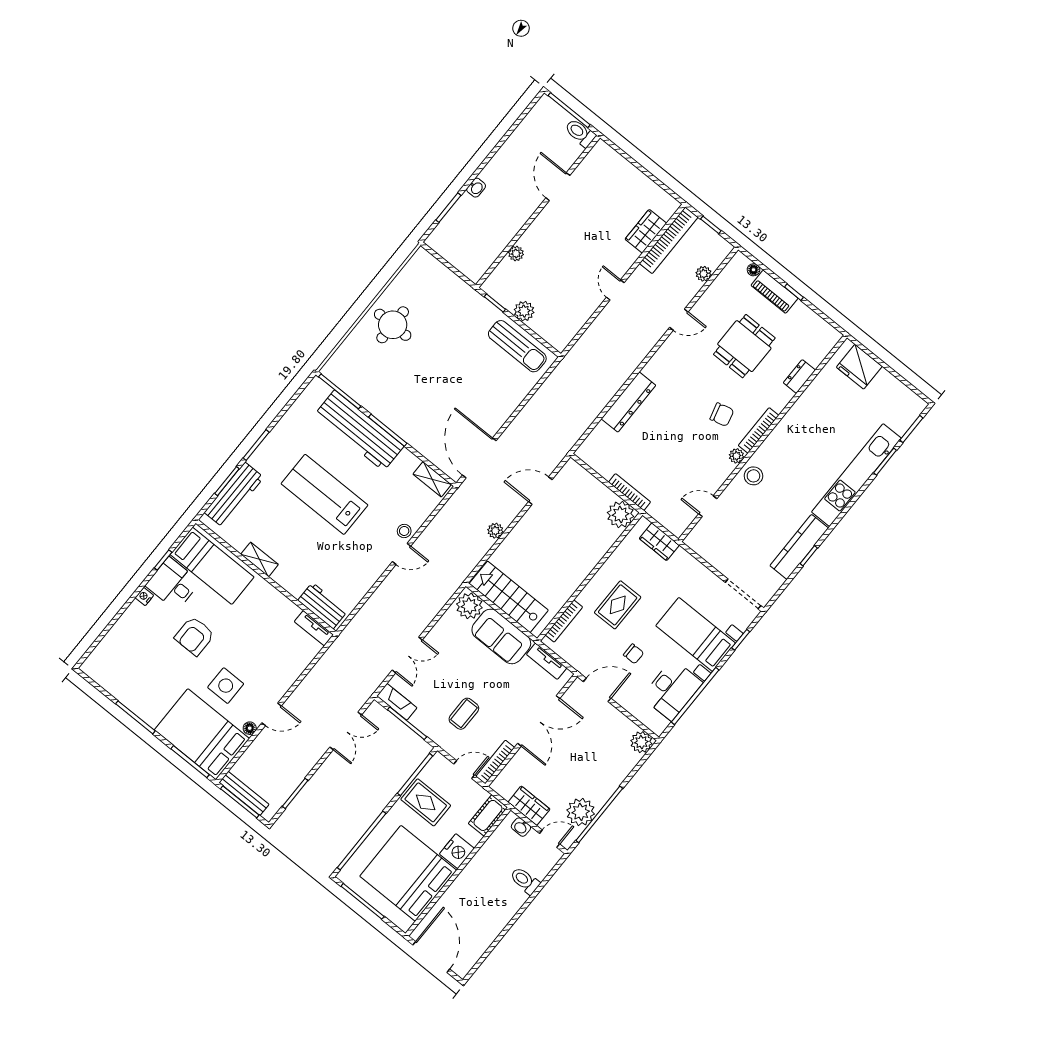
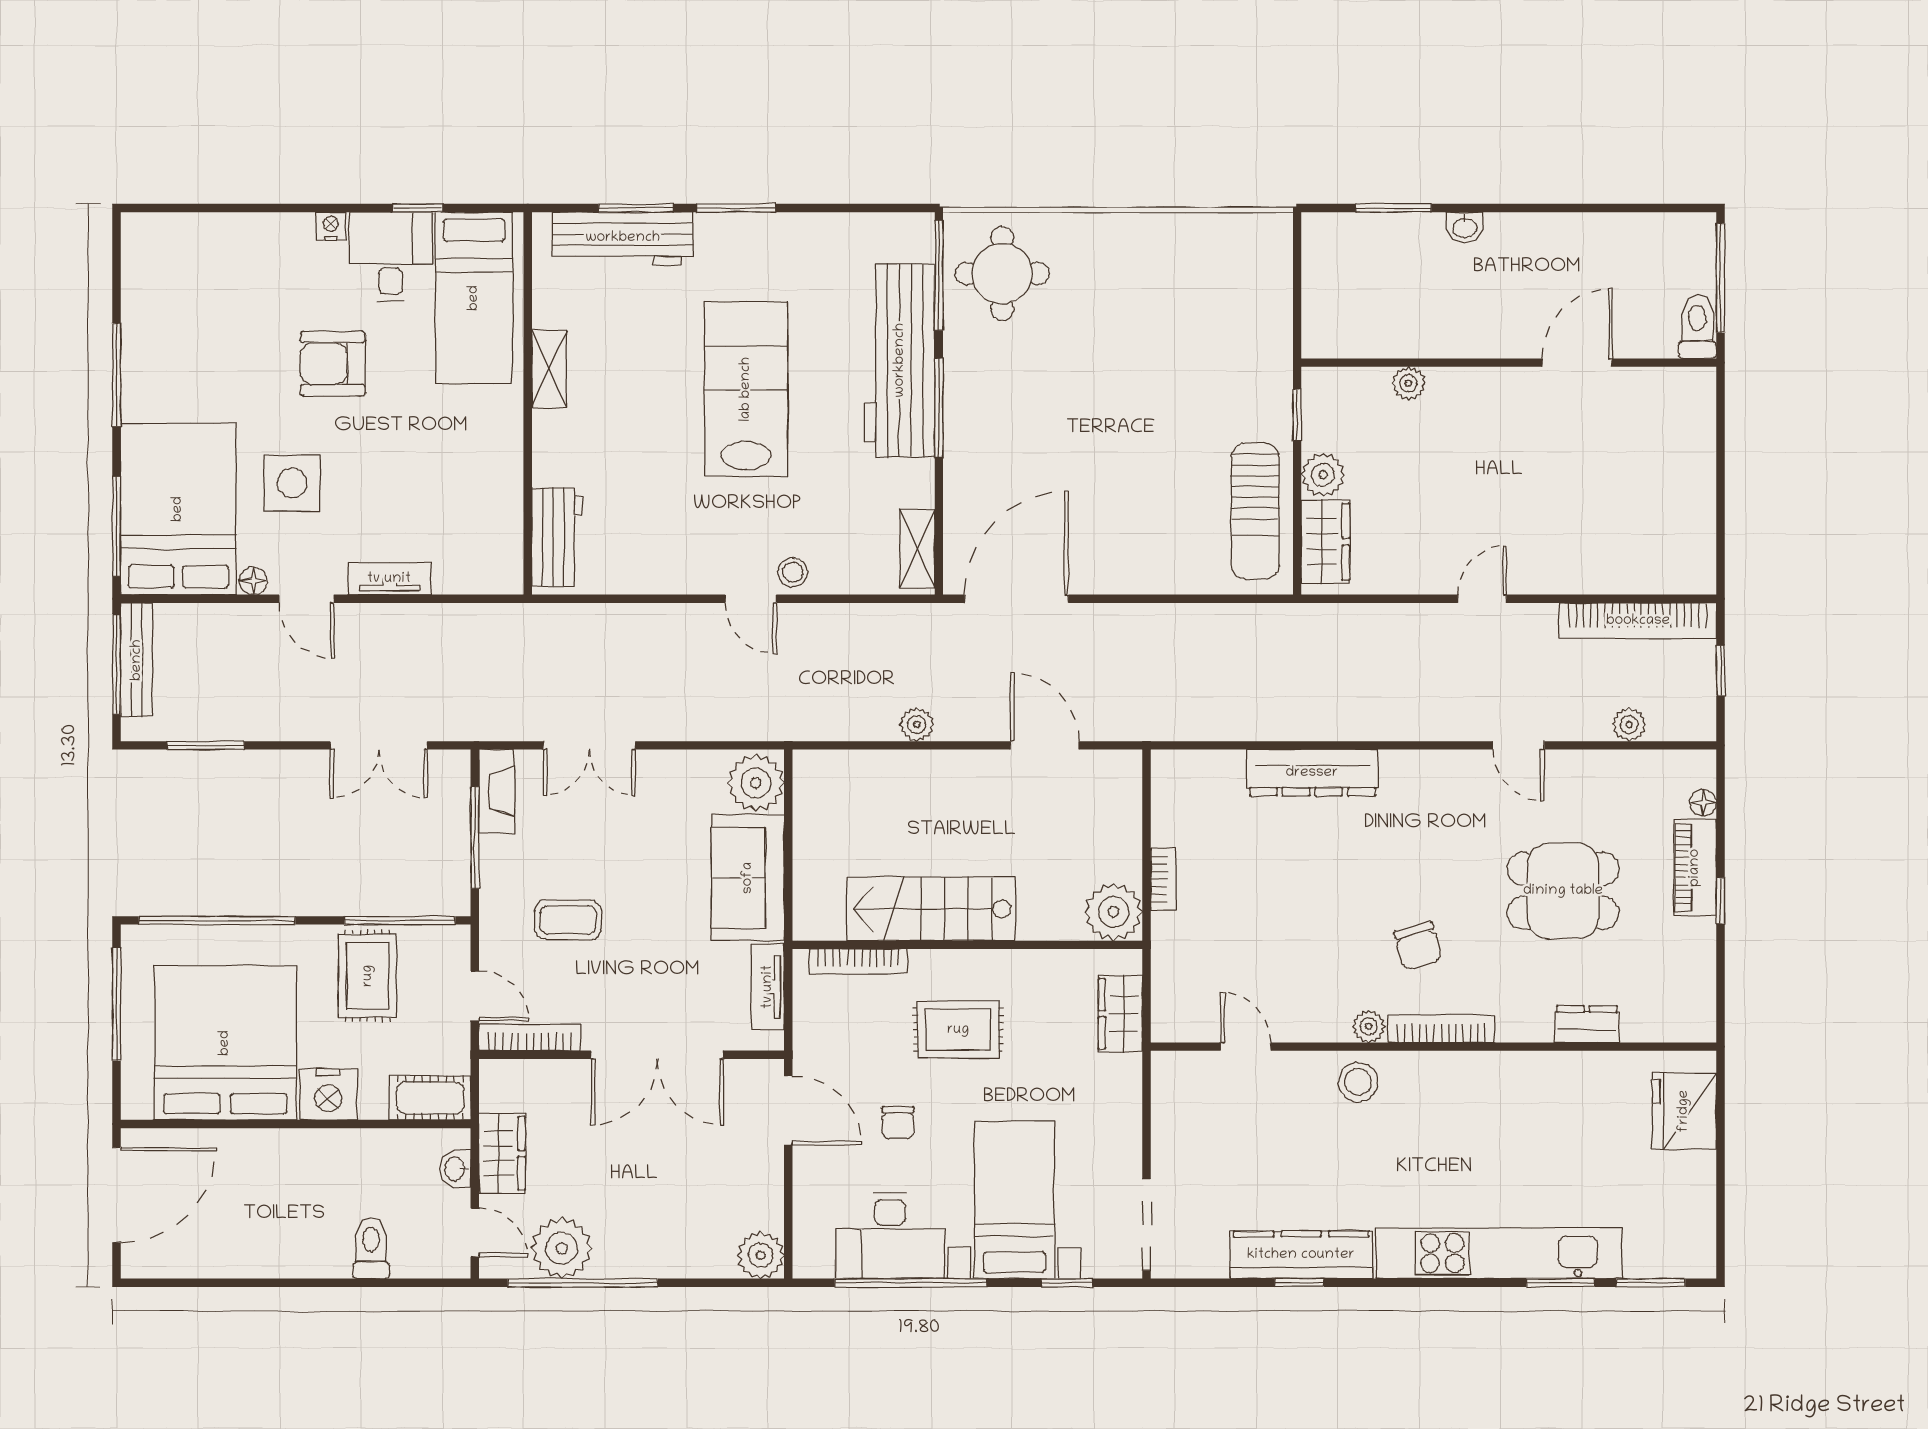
wardrobe: (646, 231) -> (1325, 542), moved, turned 90
round table: (393, 325) -> (1002, 273), moved
bookcase: (630, 492) -> (1163, 879), width x0.64
stairs: (509, 597) -> (931, 909), moved, turned -90
tv unit: (314, 628) -> (389, 579), moved, turned 90

